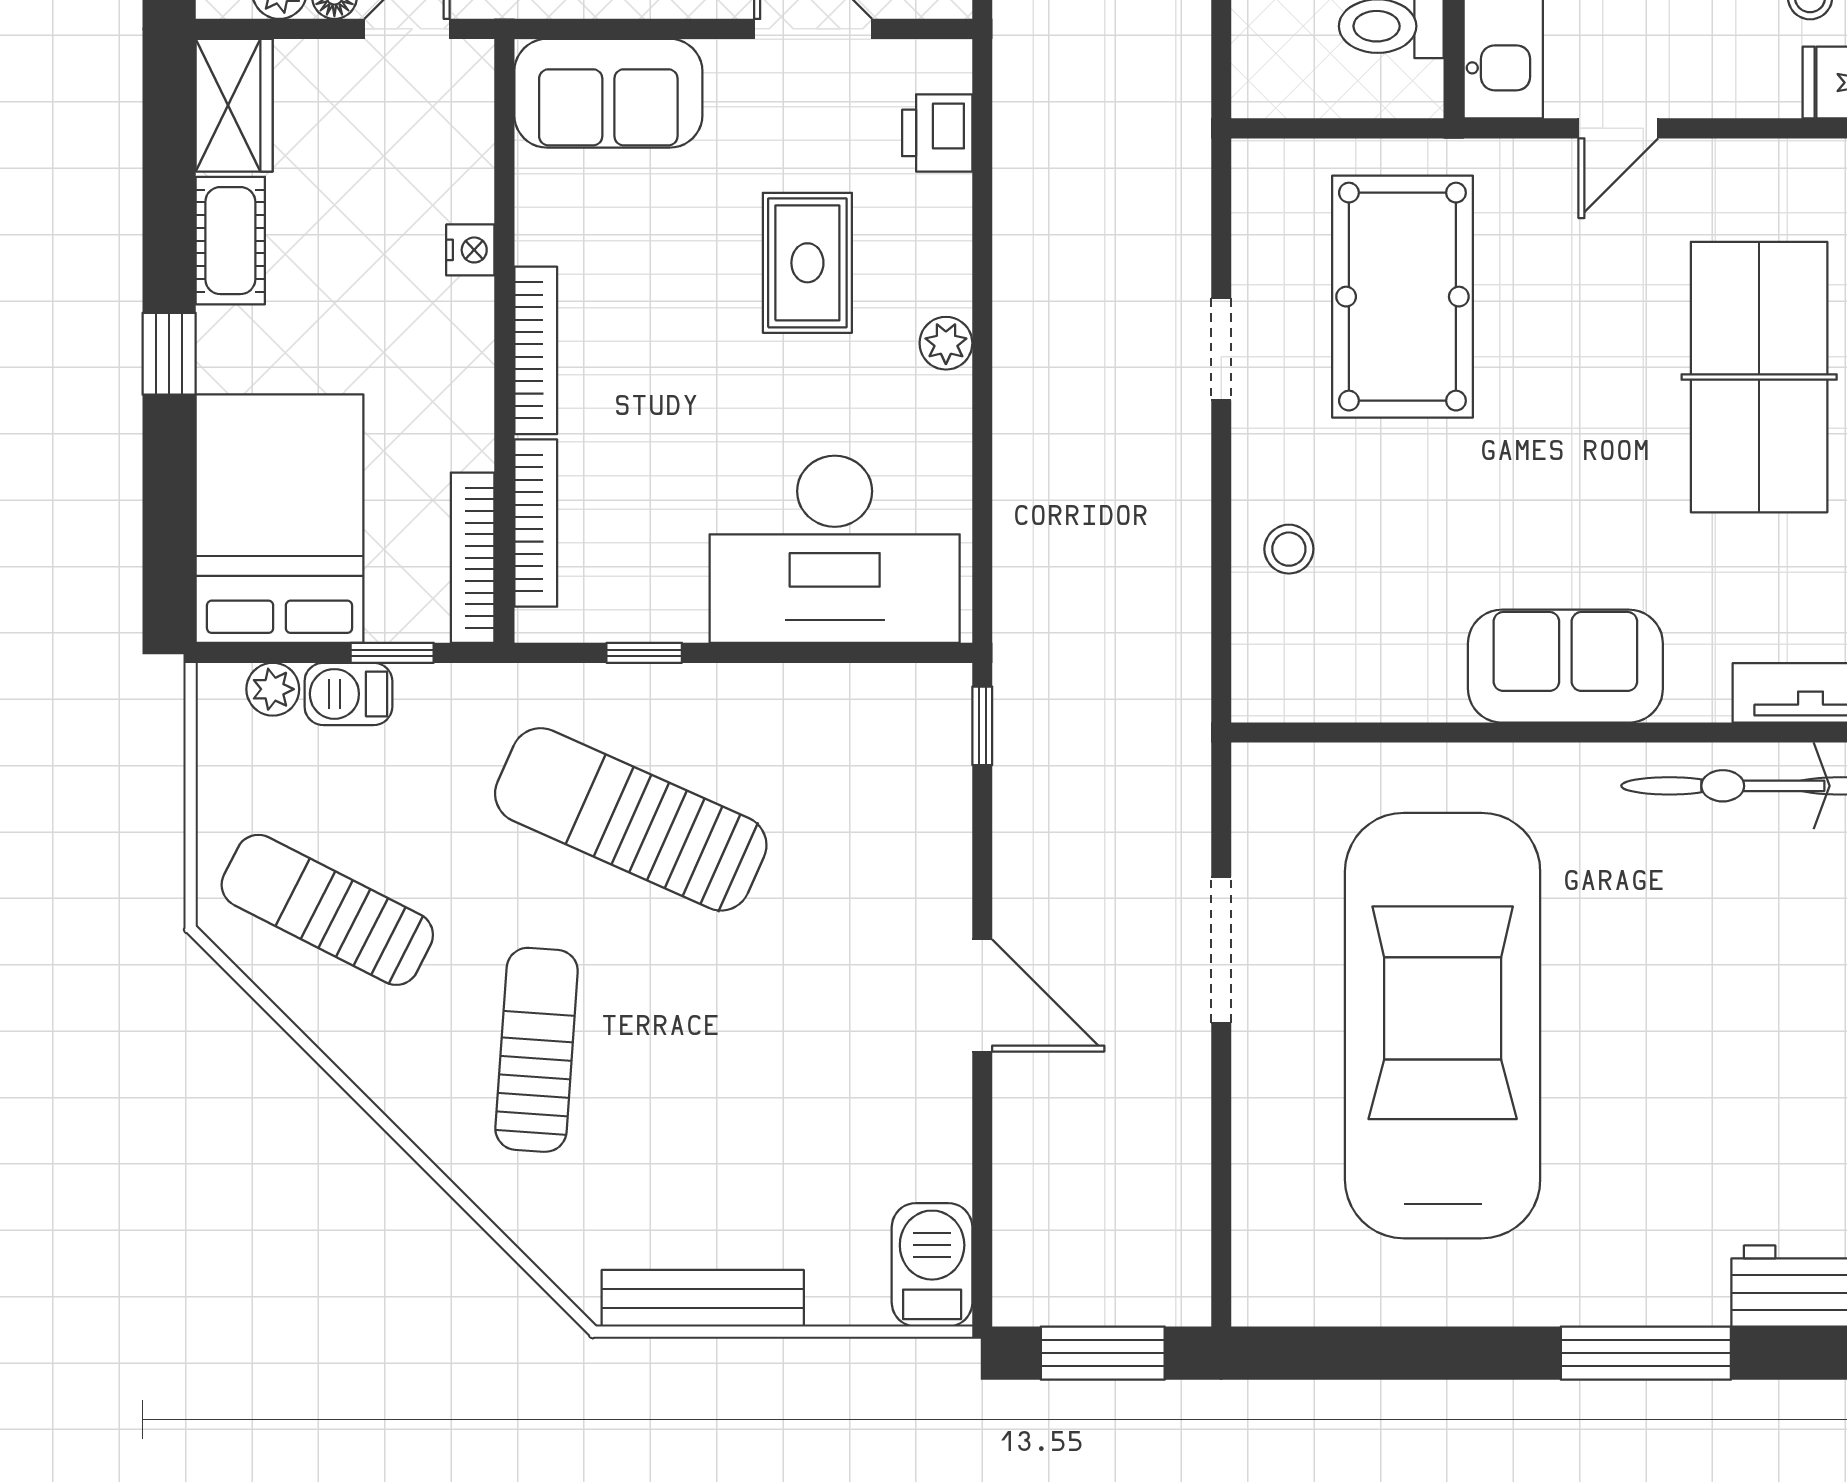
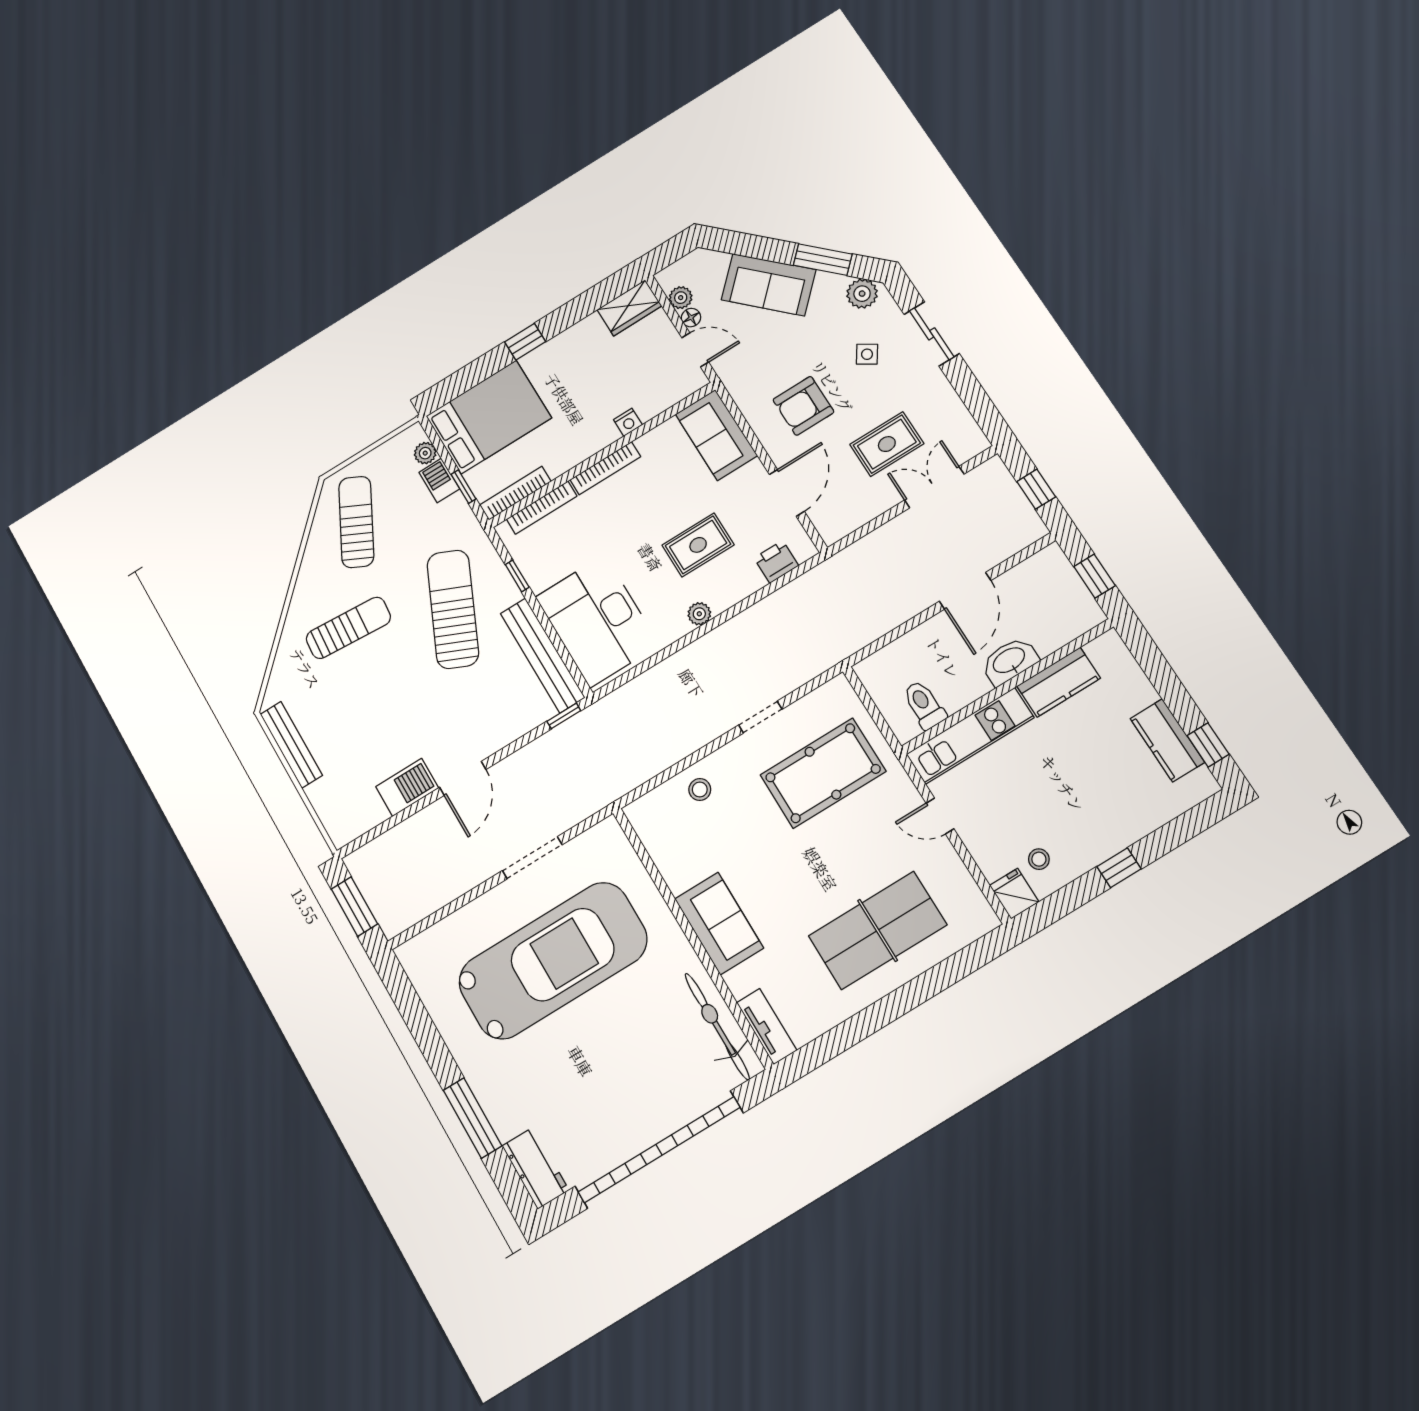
cot: (230, 241) -> (579, 337), removed
bench: (836, 697) -> (543, 655), added
barbecue: (932, 1265) -> (407, 787), moved

